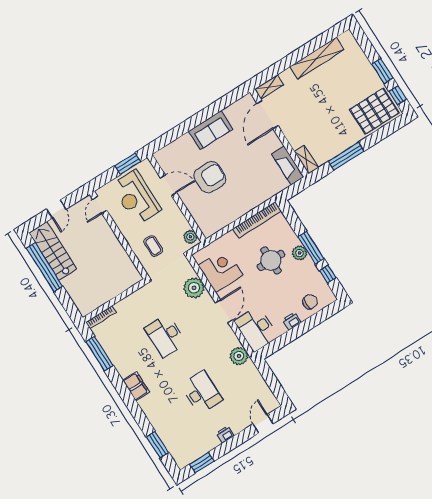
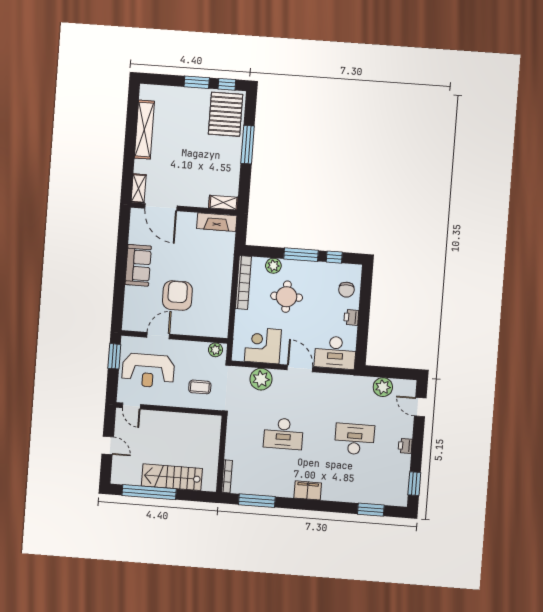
window: (346, 156) -> (248, 145), moved
stairs: (53, 251) -> (172, 477), moved
plant: (300, 253) -> (273, 266), moved
chair: (310, 302) -> (346, 290), turned 180
plant: (239, 356) -> (383, 387), moved

